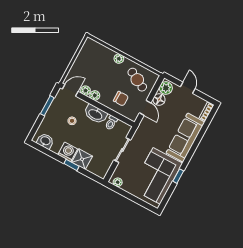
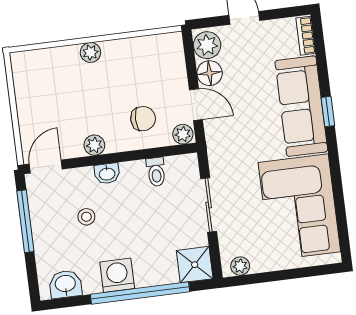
cafe table: (137, 80) -> (148, 66), removed
plant: (86, 91) -> (183, 134), moved
window: (47, 106) -> (25, 221), width x1.44
washbasin: (95, 114) -> (107, 174), width x0.52, depth x0.69
shower: (82, 159) -> (195, 265), moved
window: (72, 165) -> (140, 293), width x3.17
window: (178, 176) -> (328, 112), moved

